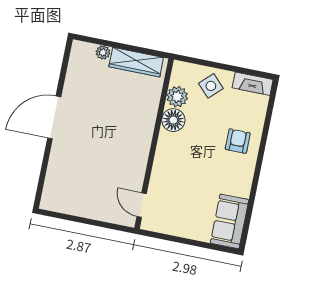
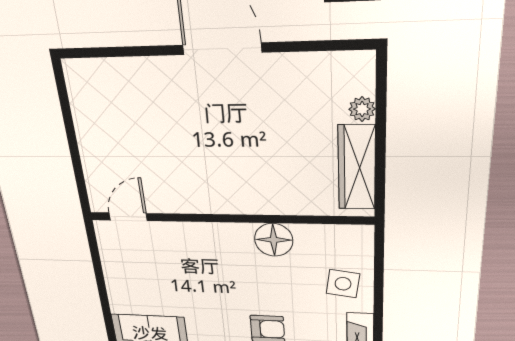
side table: (211, 86) -> (343, 284), turned -38
plant: (177, 97) -> (313, 239), removed

